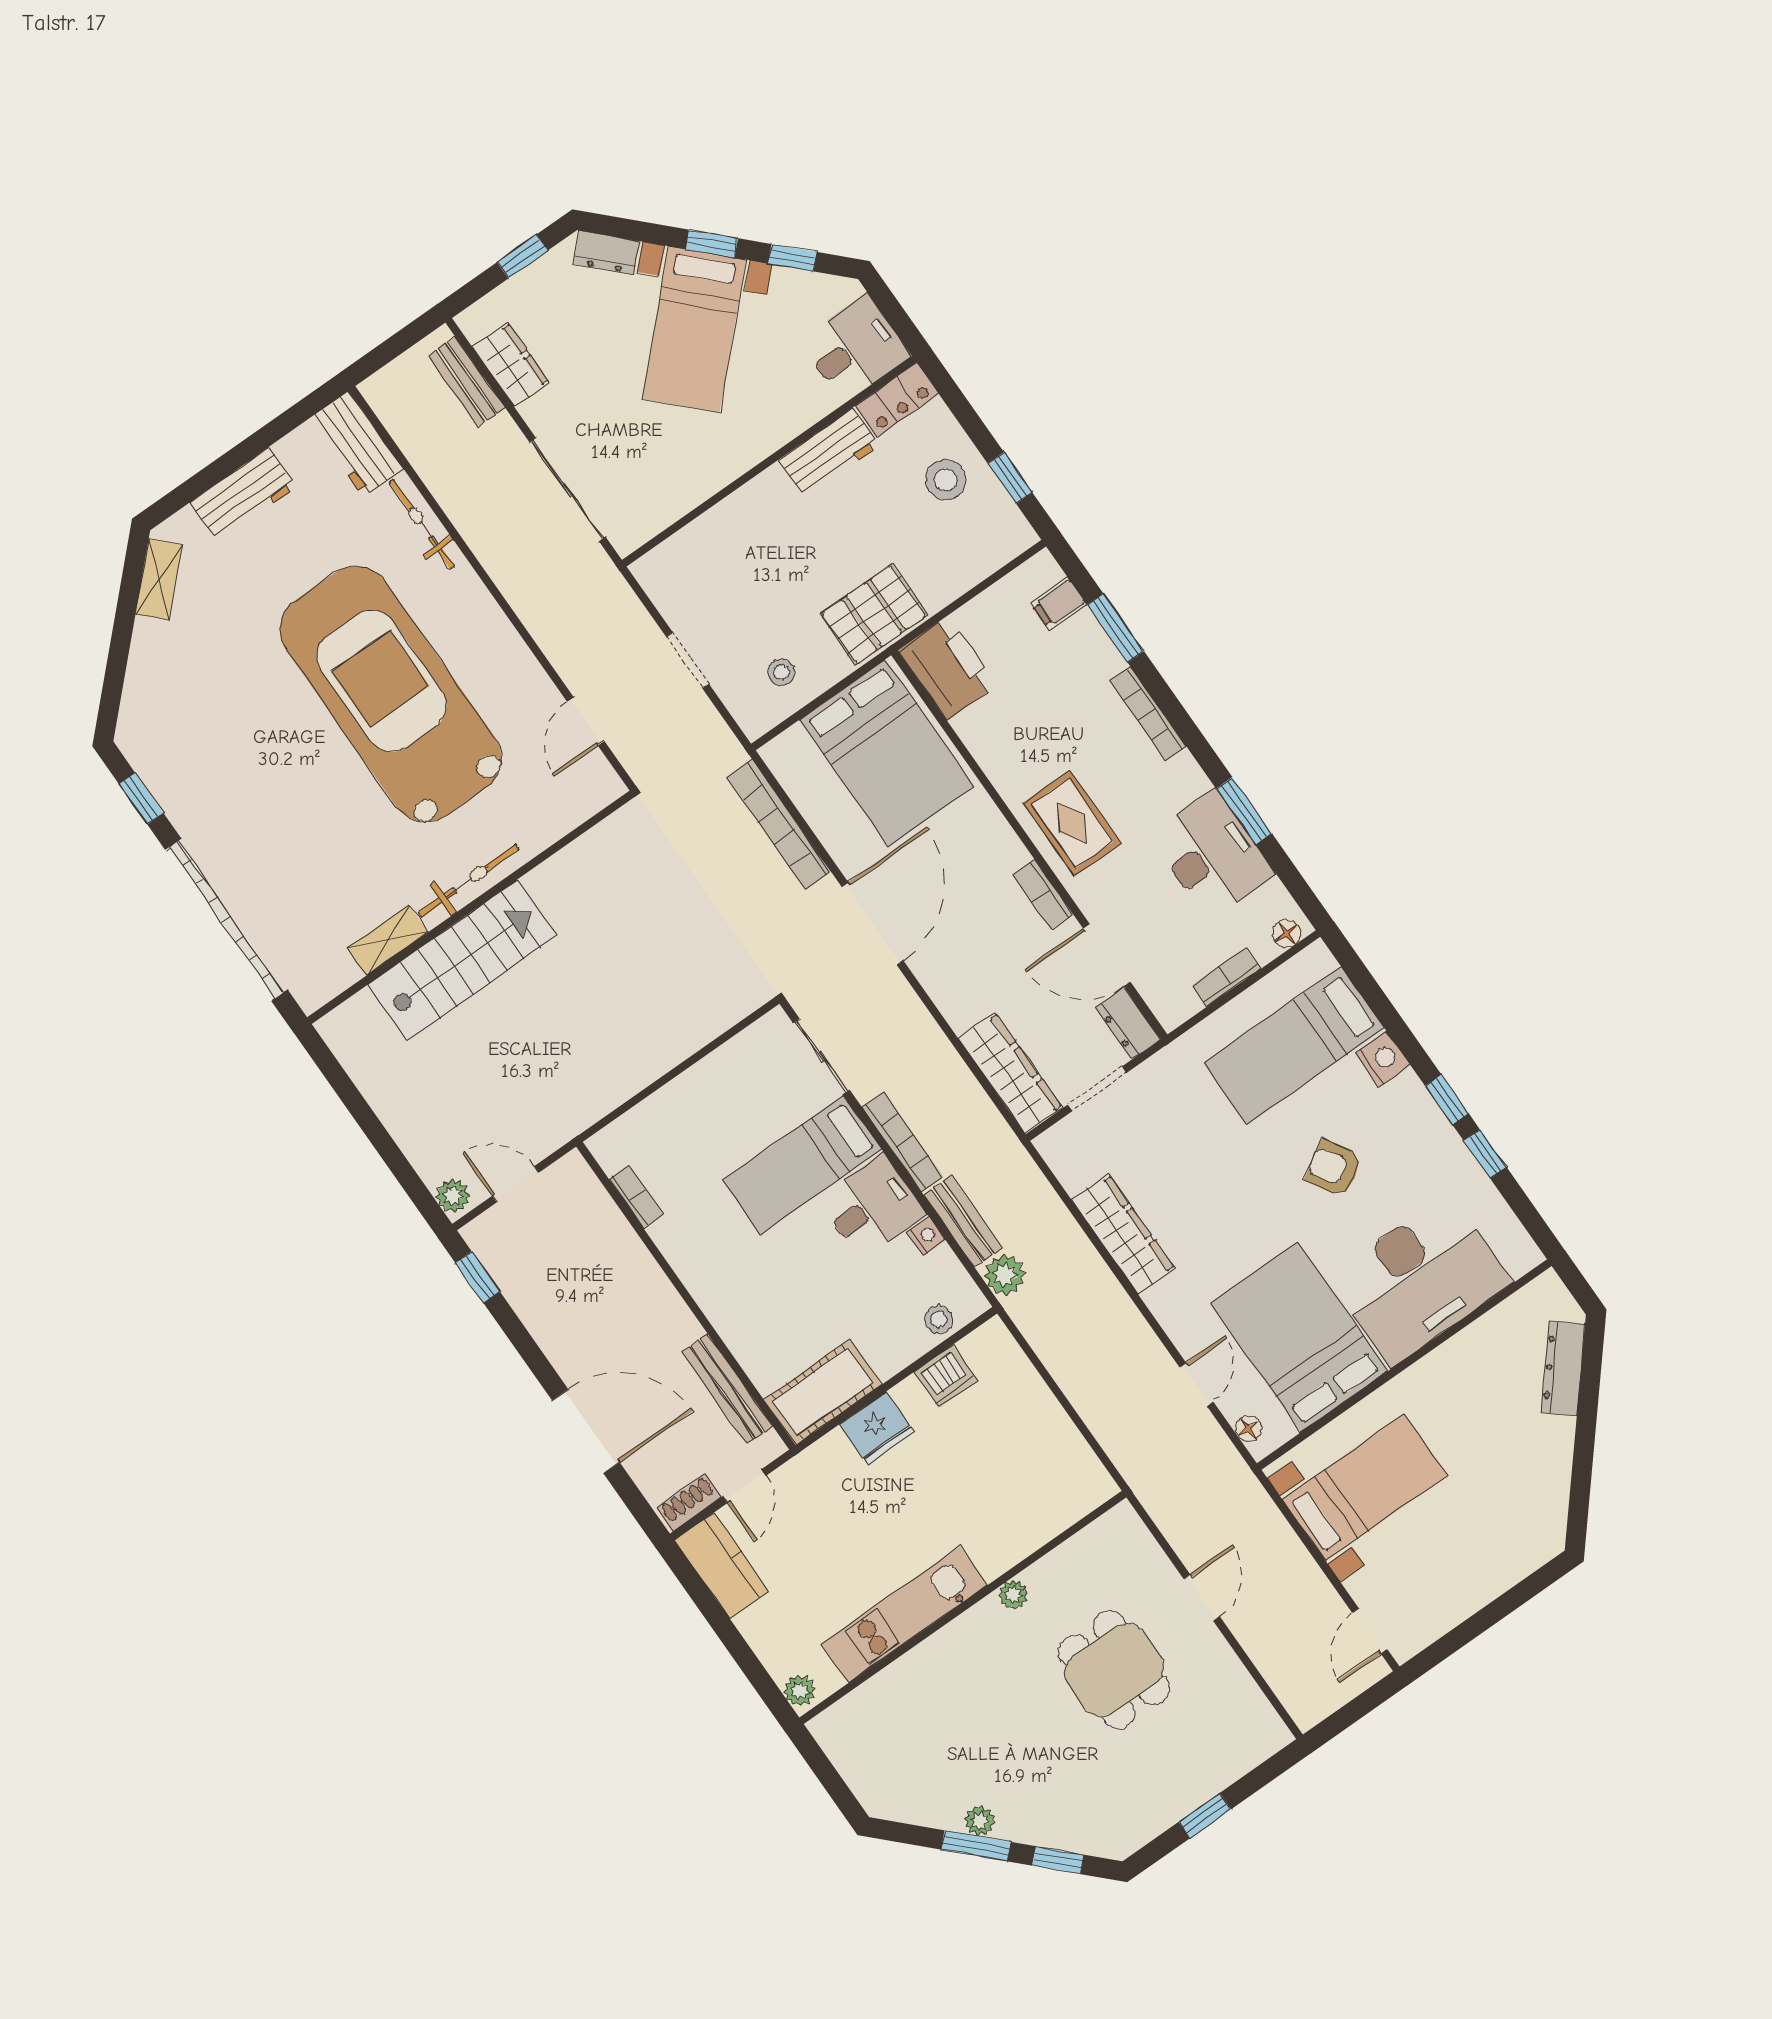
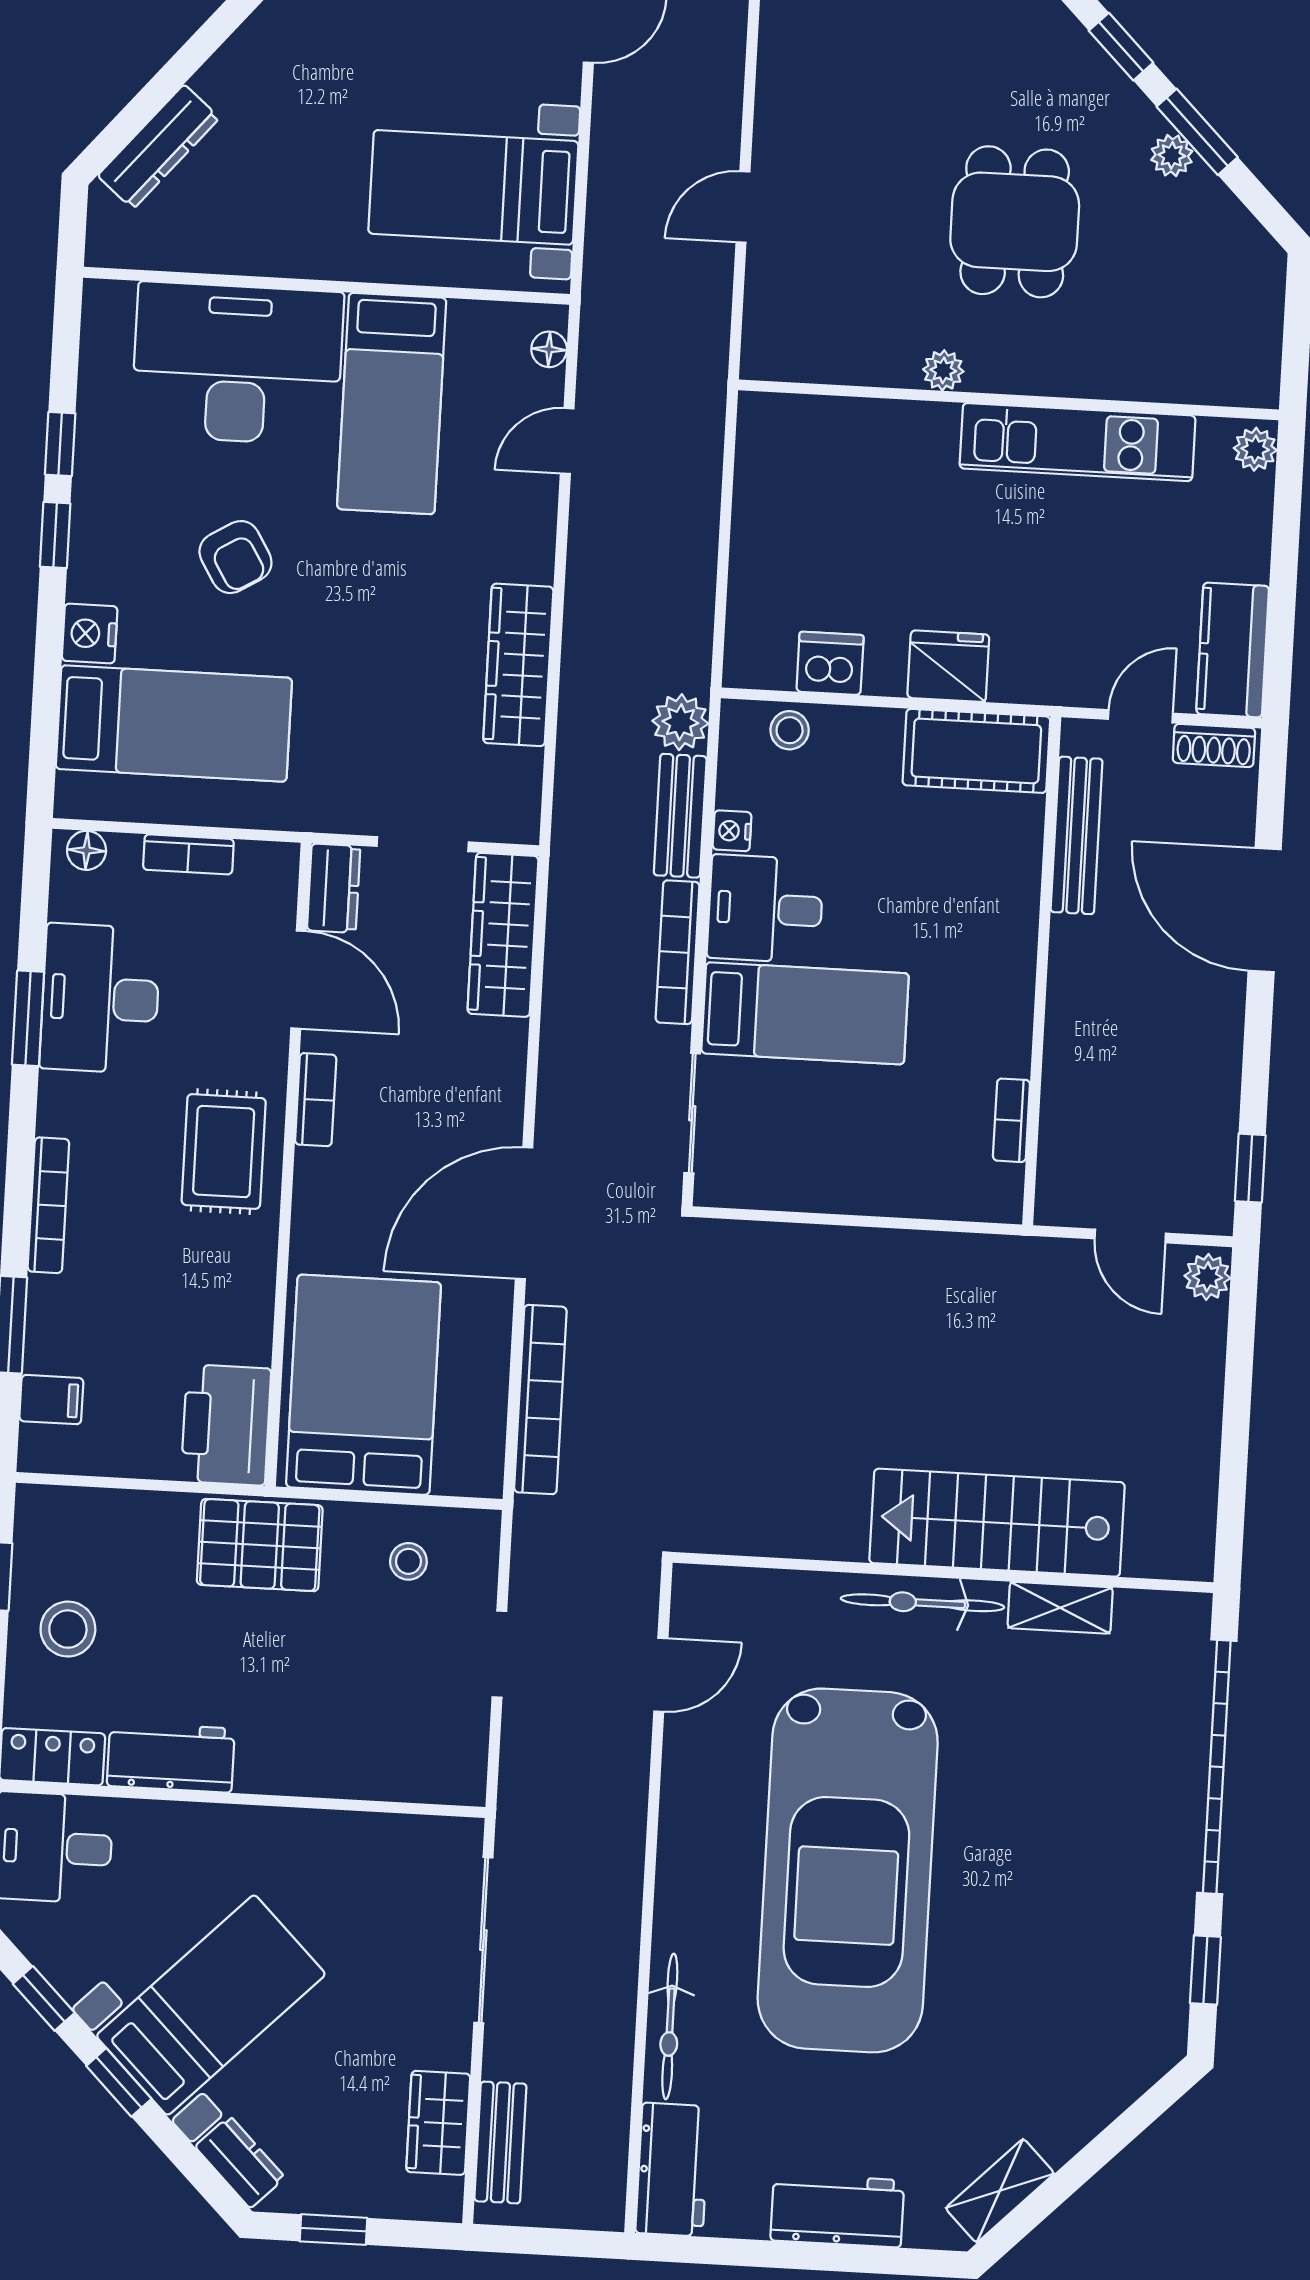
bed: (1299, 1337) -> (392, 403), width x0.67
dining table: (1114, 1670) -> (1015, 222), moved

